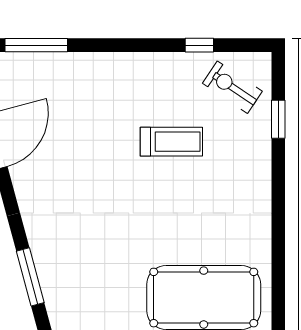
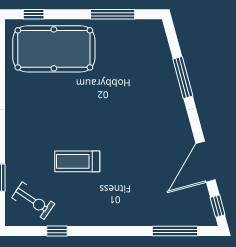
window: (30, 277) -> (183, 77), moved

